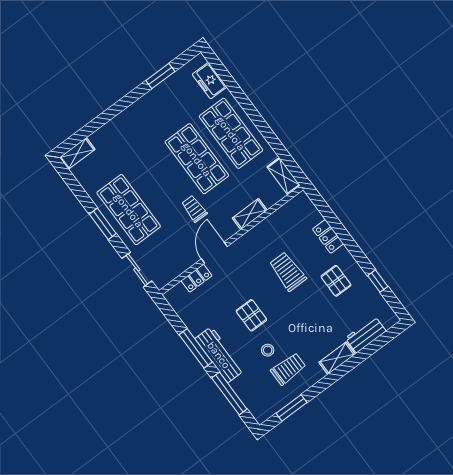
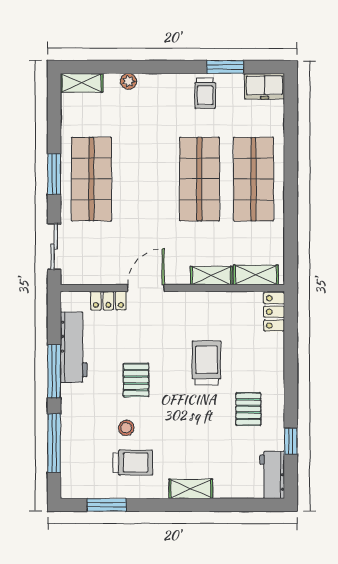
freezer: (209, 81) -> (265, 86), moved, turned -90
plant: (106, 130) -> (129, 81), added
shelving: (284, 176) -> (256, 275), moved, turned 90
trolley: (194, 209) -> (205, 93), moved, turned 180
locker: (328, 236) -> (274, 312), moved
workbench: (366, 335) -> (272, 475), moved, turned -90
workbench: (219, 355) -> (74, 347), moved

